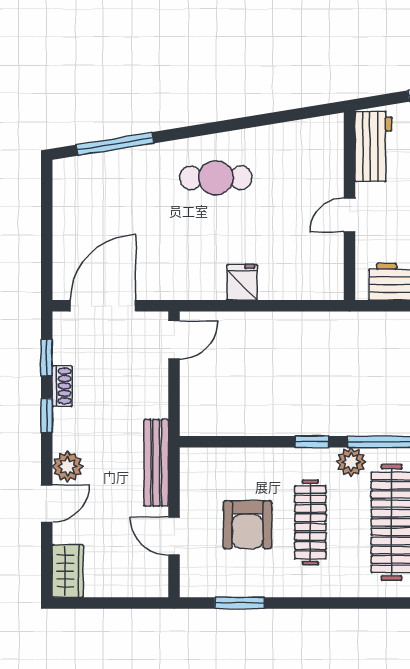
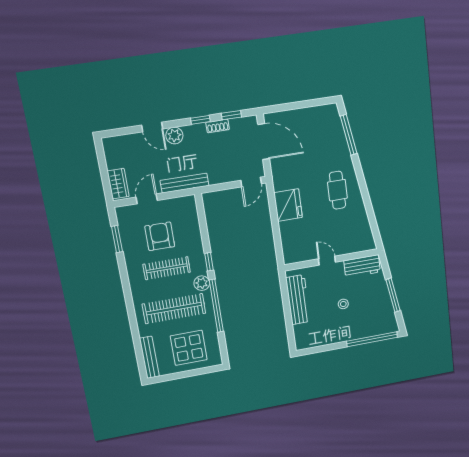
fridge: (242, 282) -> (288, 205), width x1.88, depth x1.34
door: (174, 340) -> (251, 182), hinge flipped
armchair: (248, 525) -> (160, 236), turned 90
wardrobe: (68, 571) -> (118, 184), moved, turned -90

